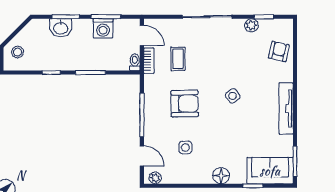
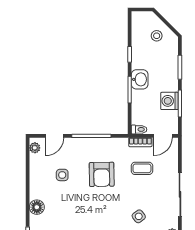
washbasin: (61, 28) -> (140, 79), moved, turned 180
stool: (18, 52) -> (157, 36), moved
side table: (233, 96) -> (139, 216), moved

